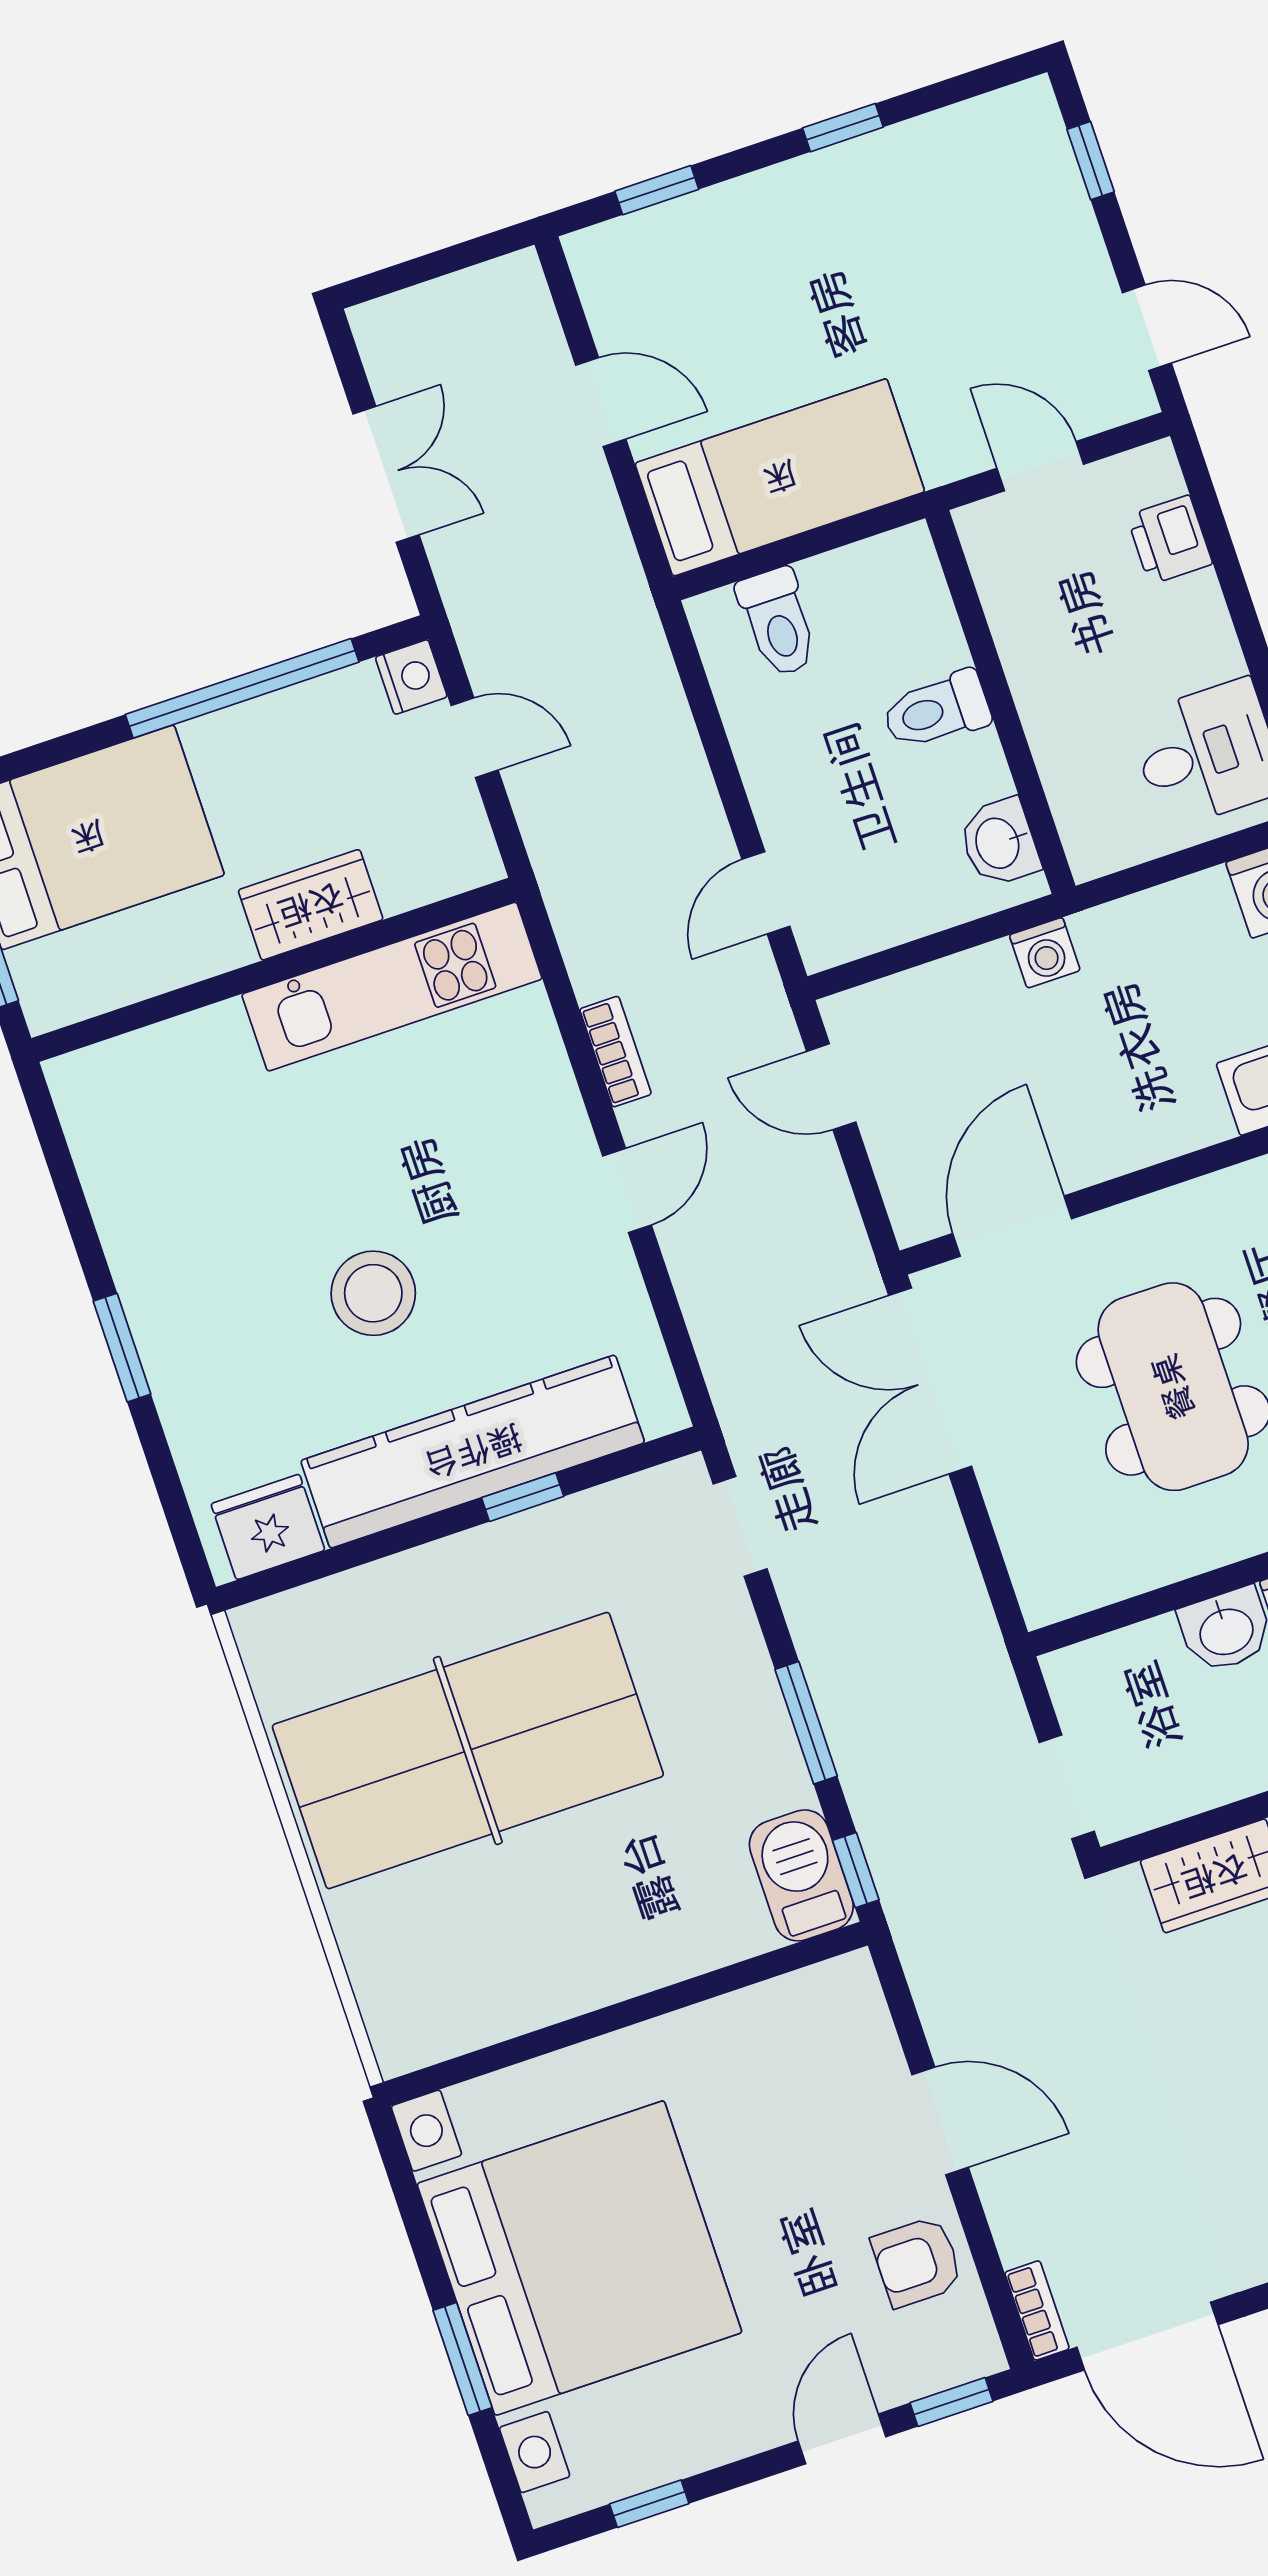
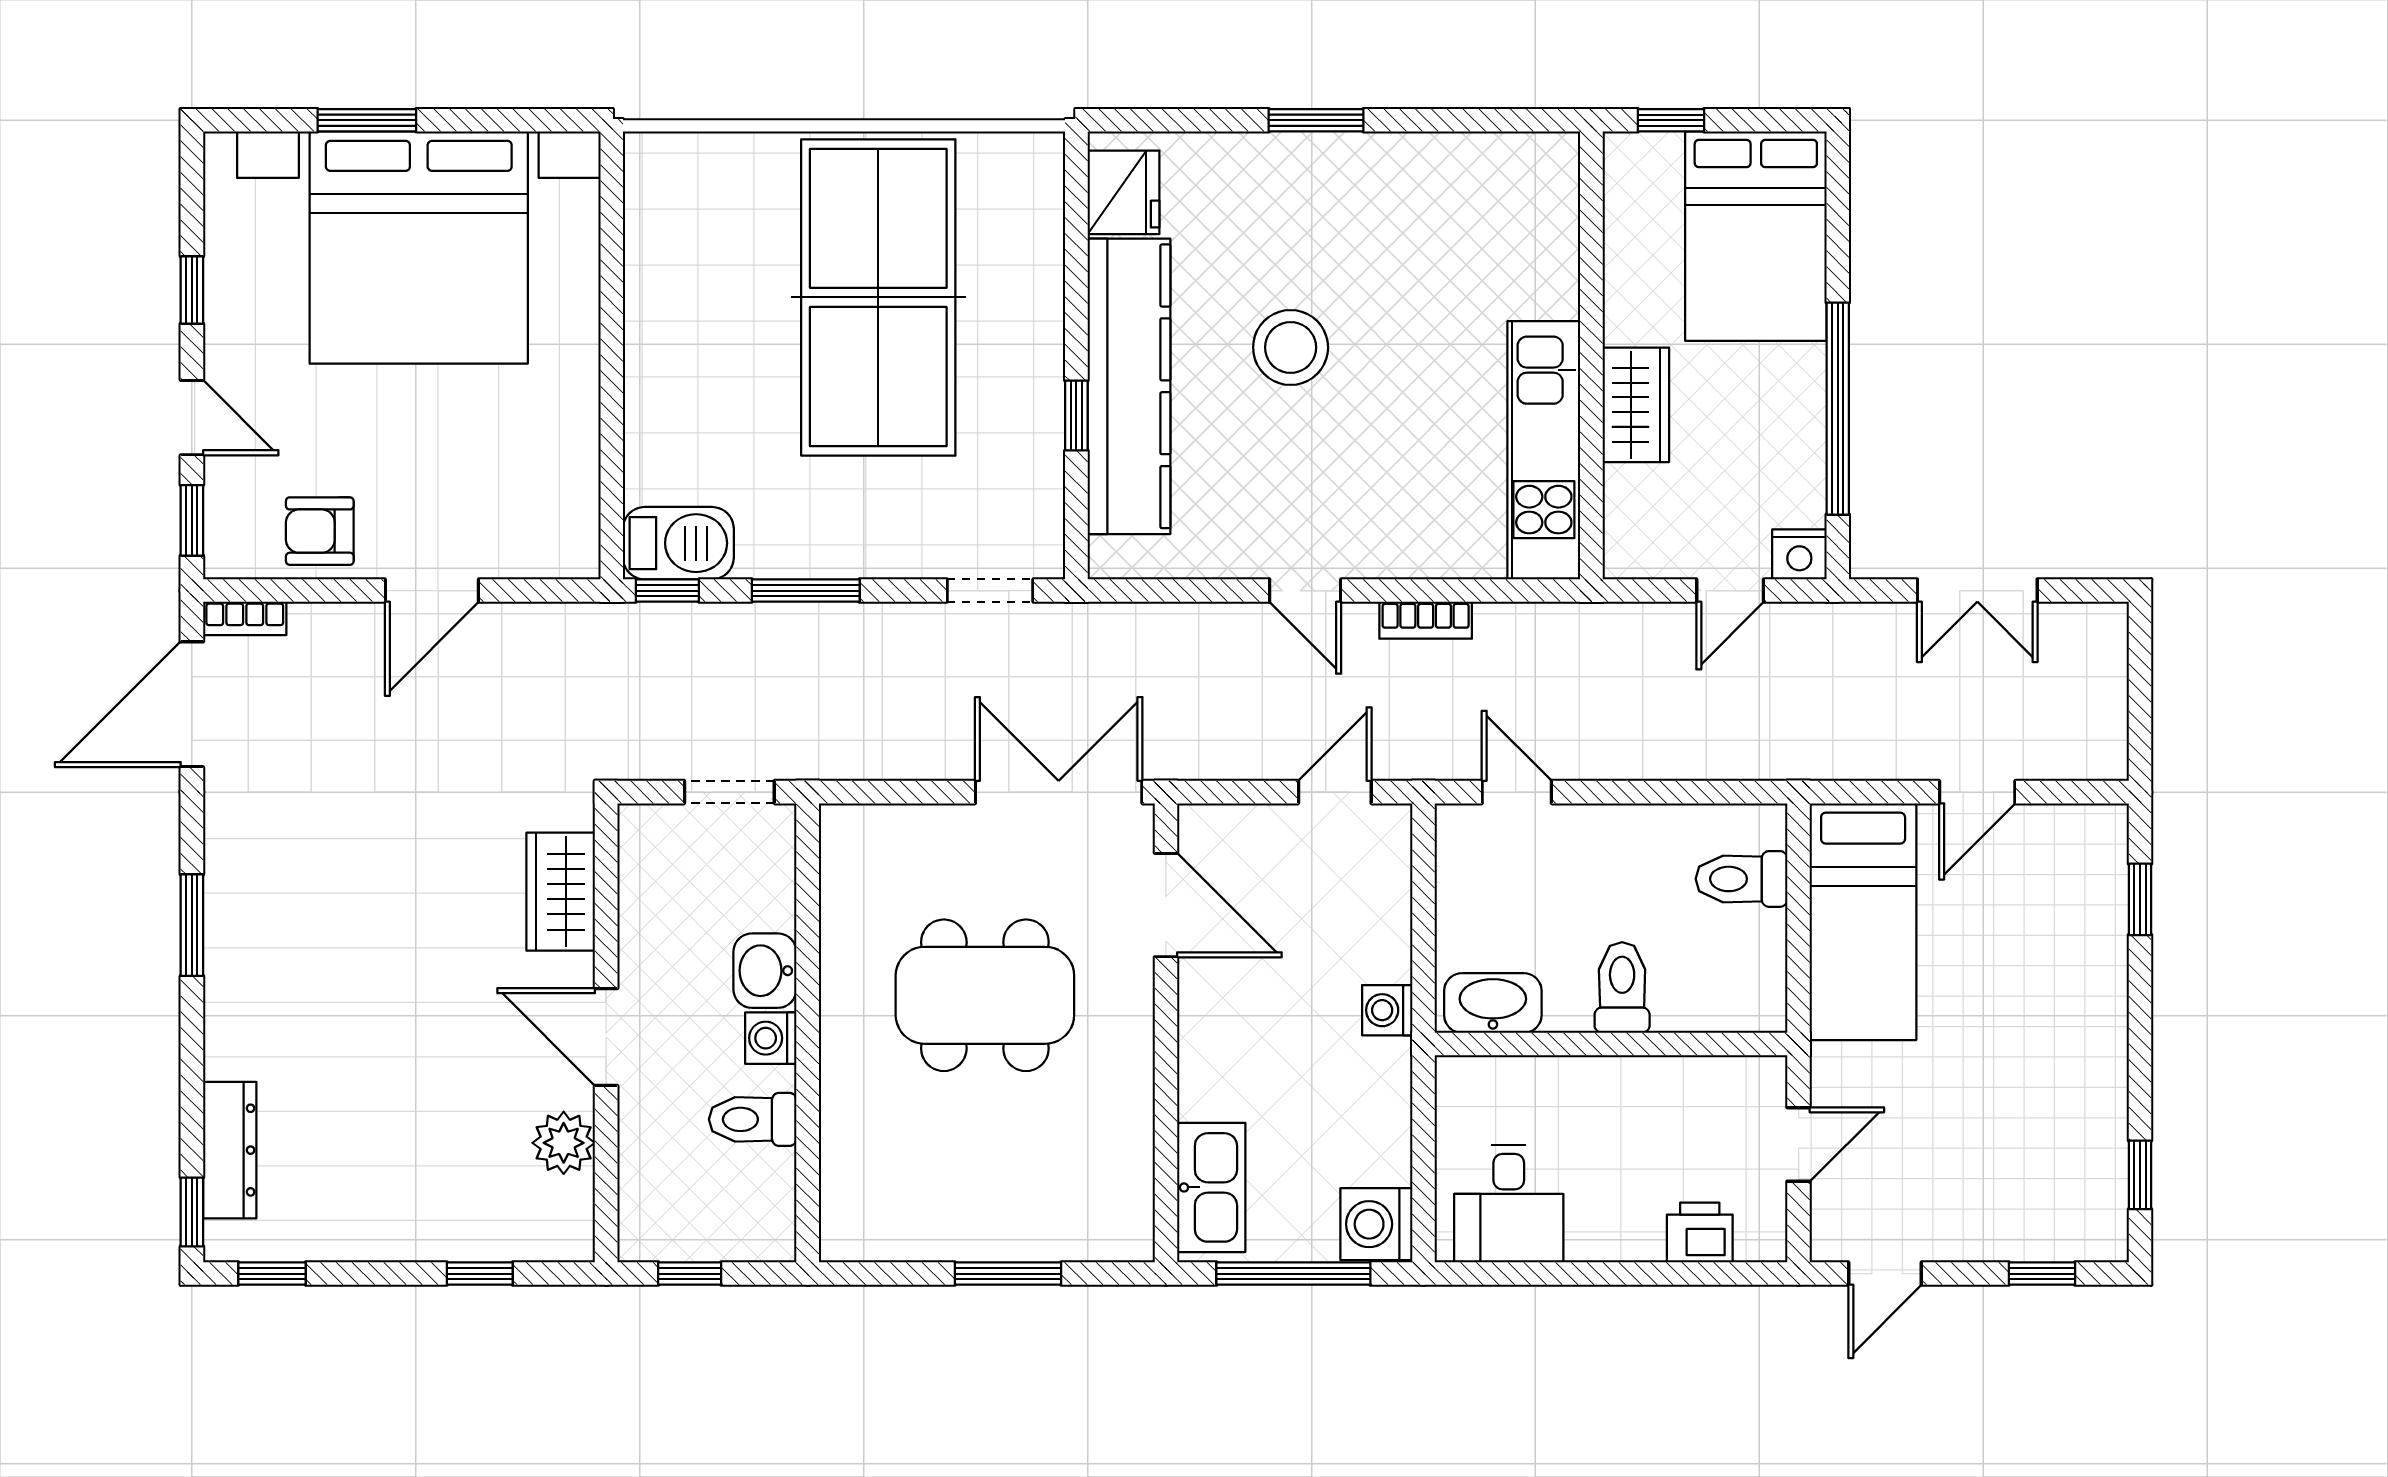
window: (843, 128) -> (2140, 1175), moved
washbasin: (999, 843) -> (1493, 1003), width x1.38
doorway: (1067, 1787) -> (729, 792), moved
armchair: (917, 2262) -> (320, 531), turned -90
window: (649, 2504) -> (192, 290), moved

